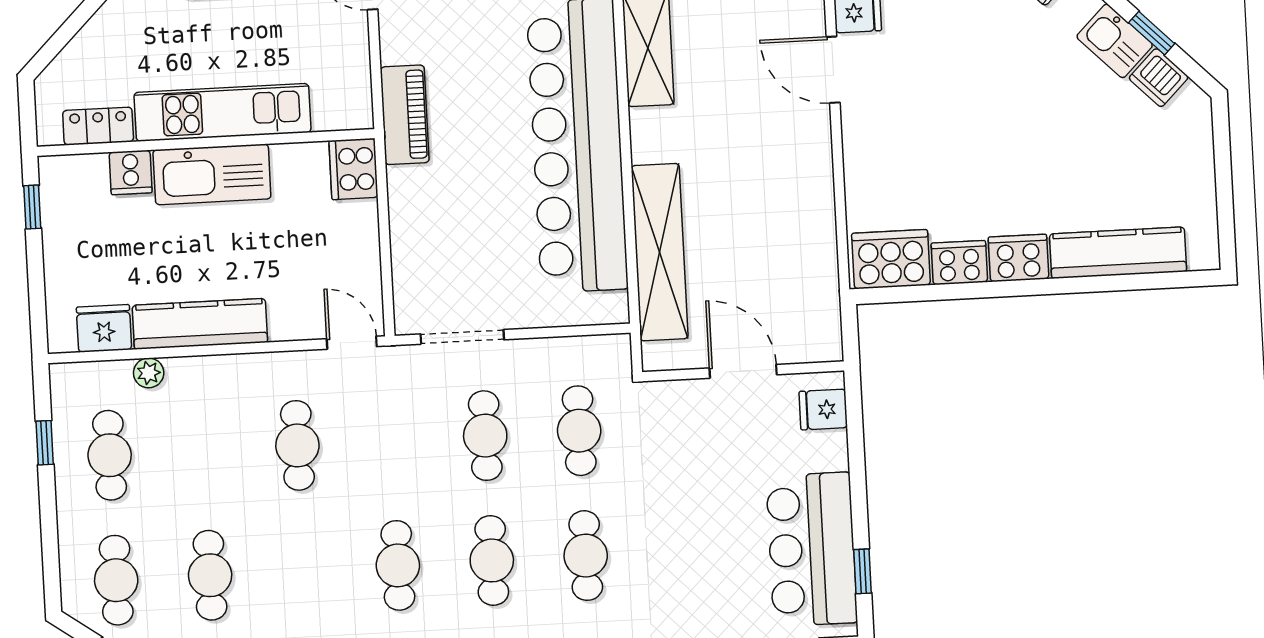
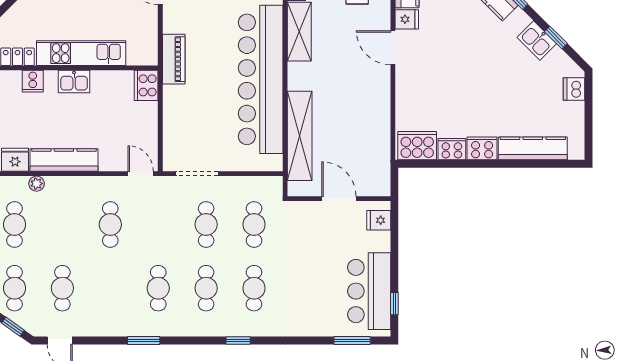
dishwasher: (1159, 78) -> (574, 89), moved, turned 45
kitchen sink: (212, 174) -> (74, 82), width x0.53, depth x0.81

